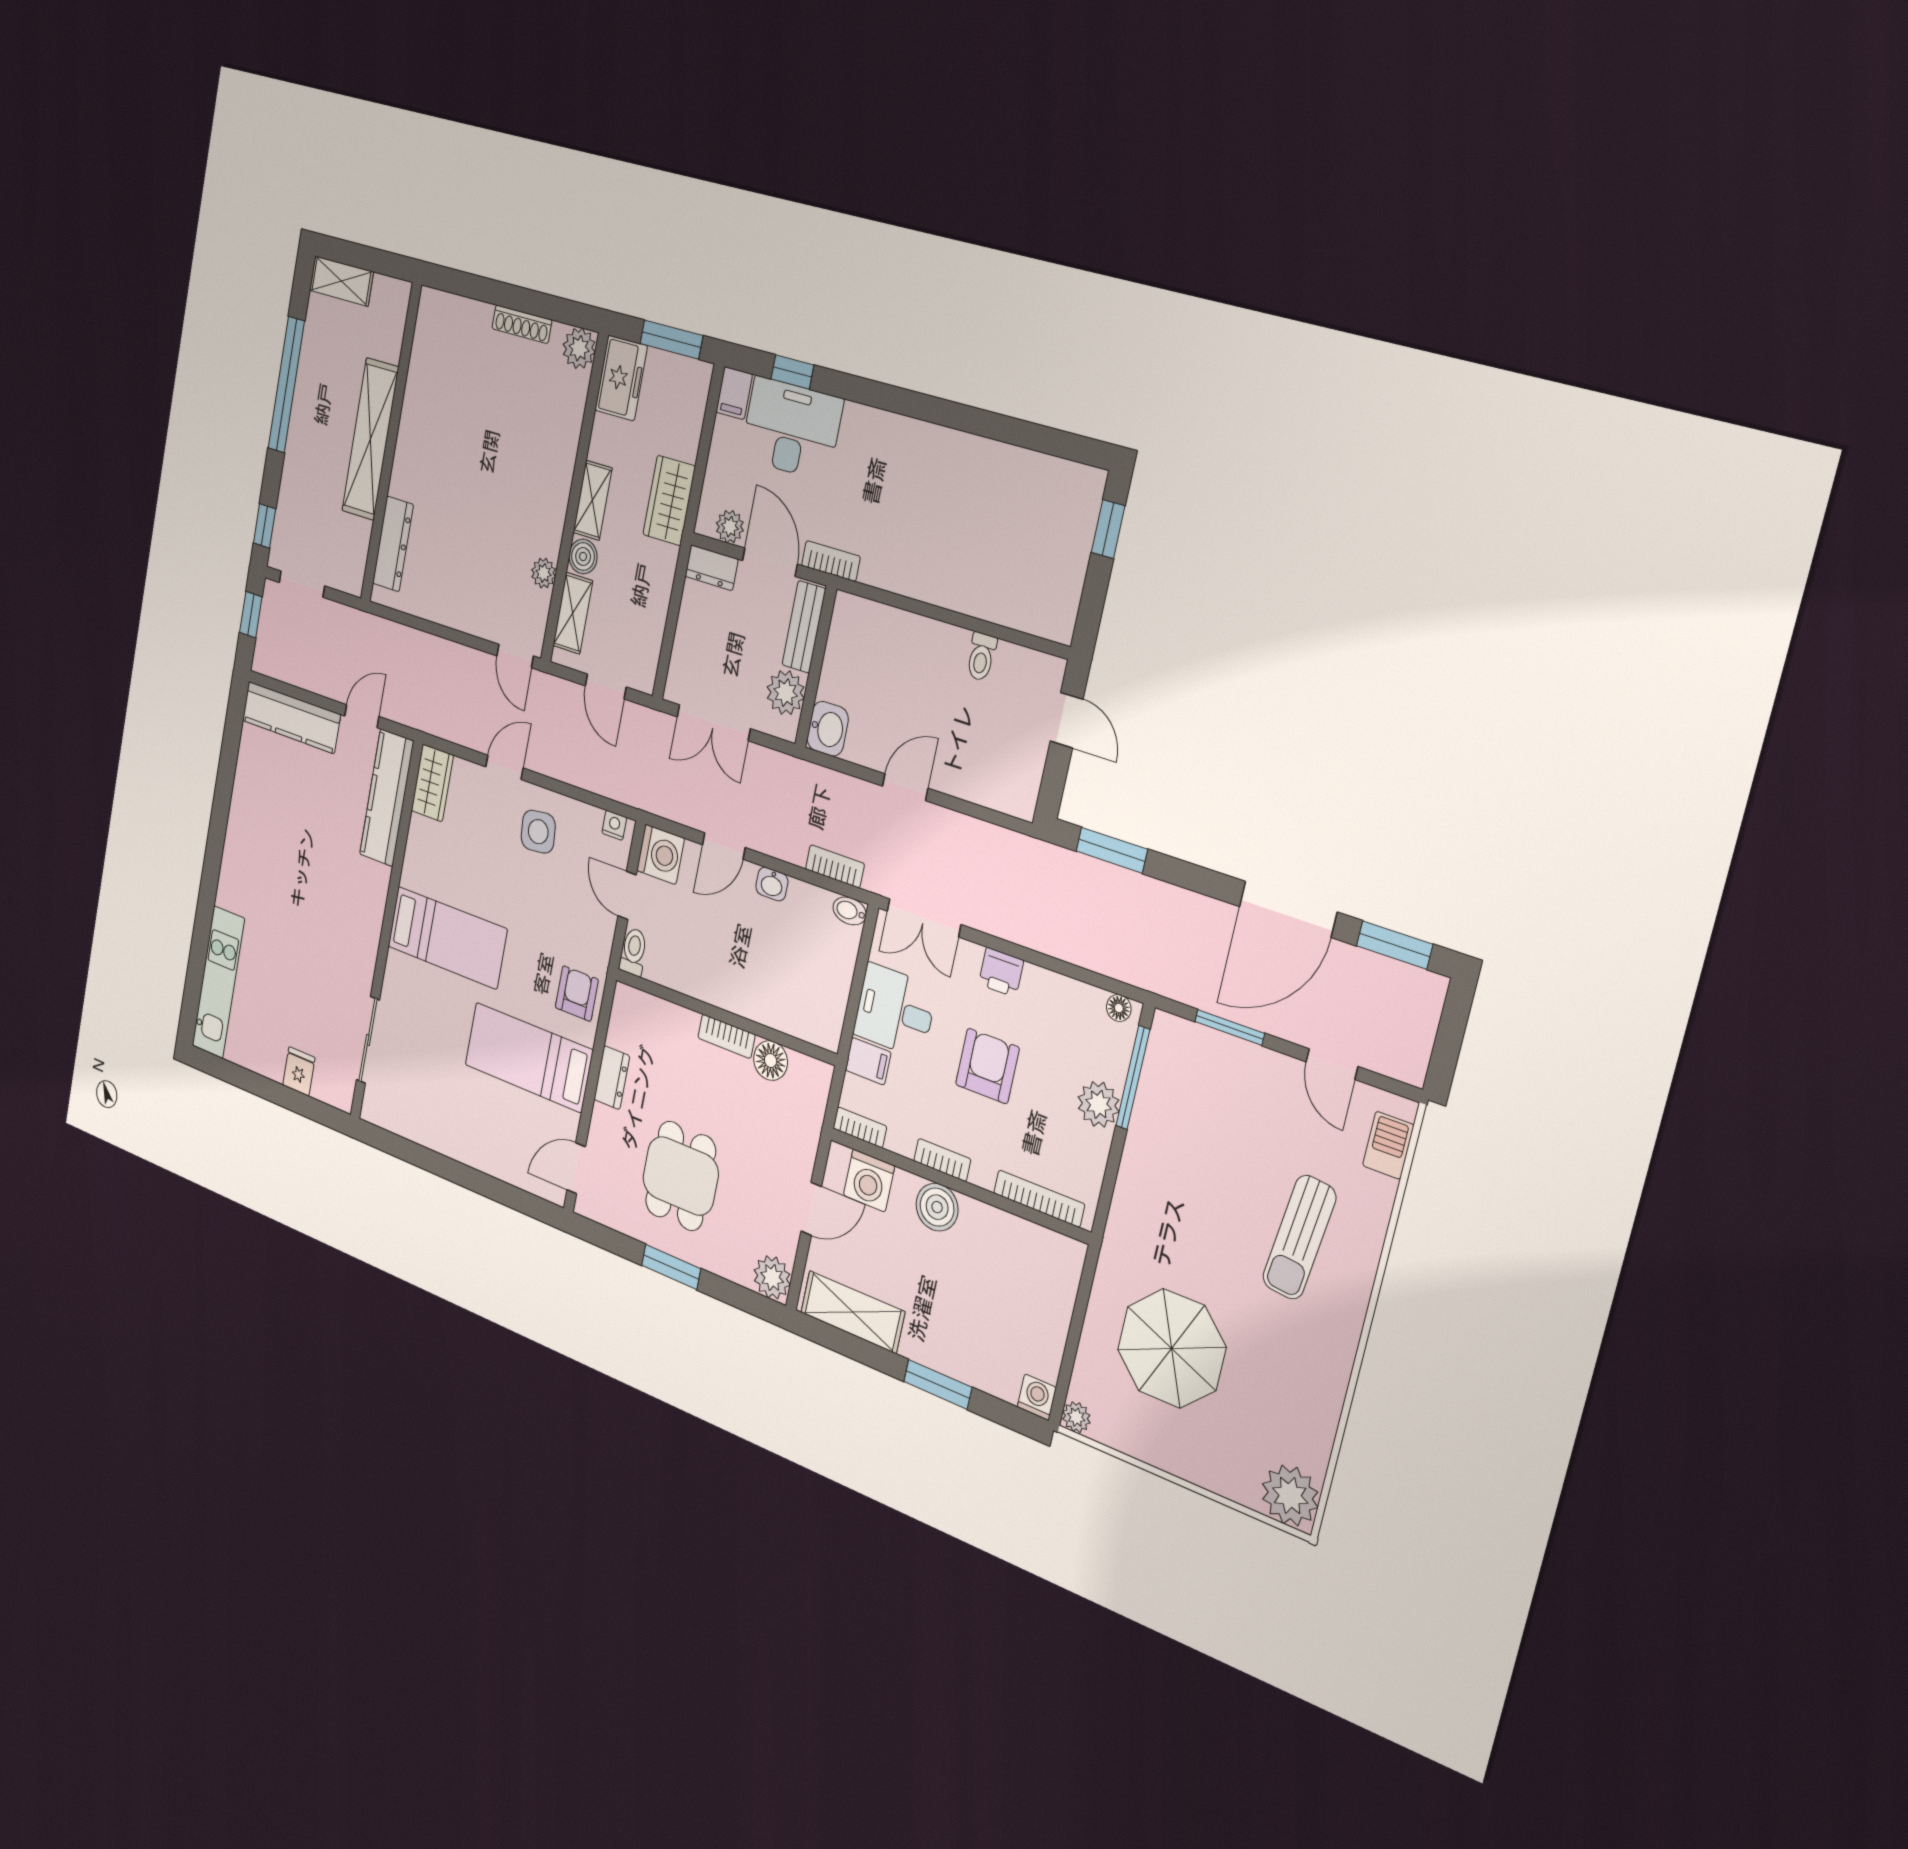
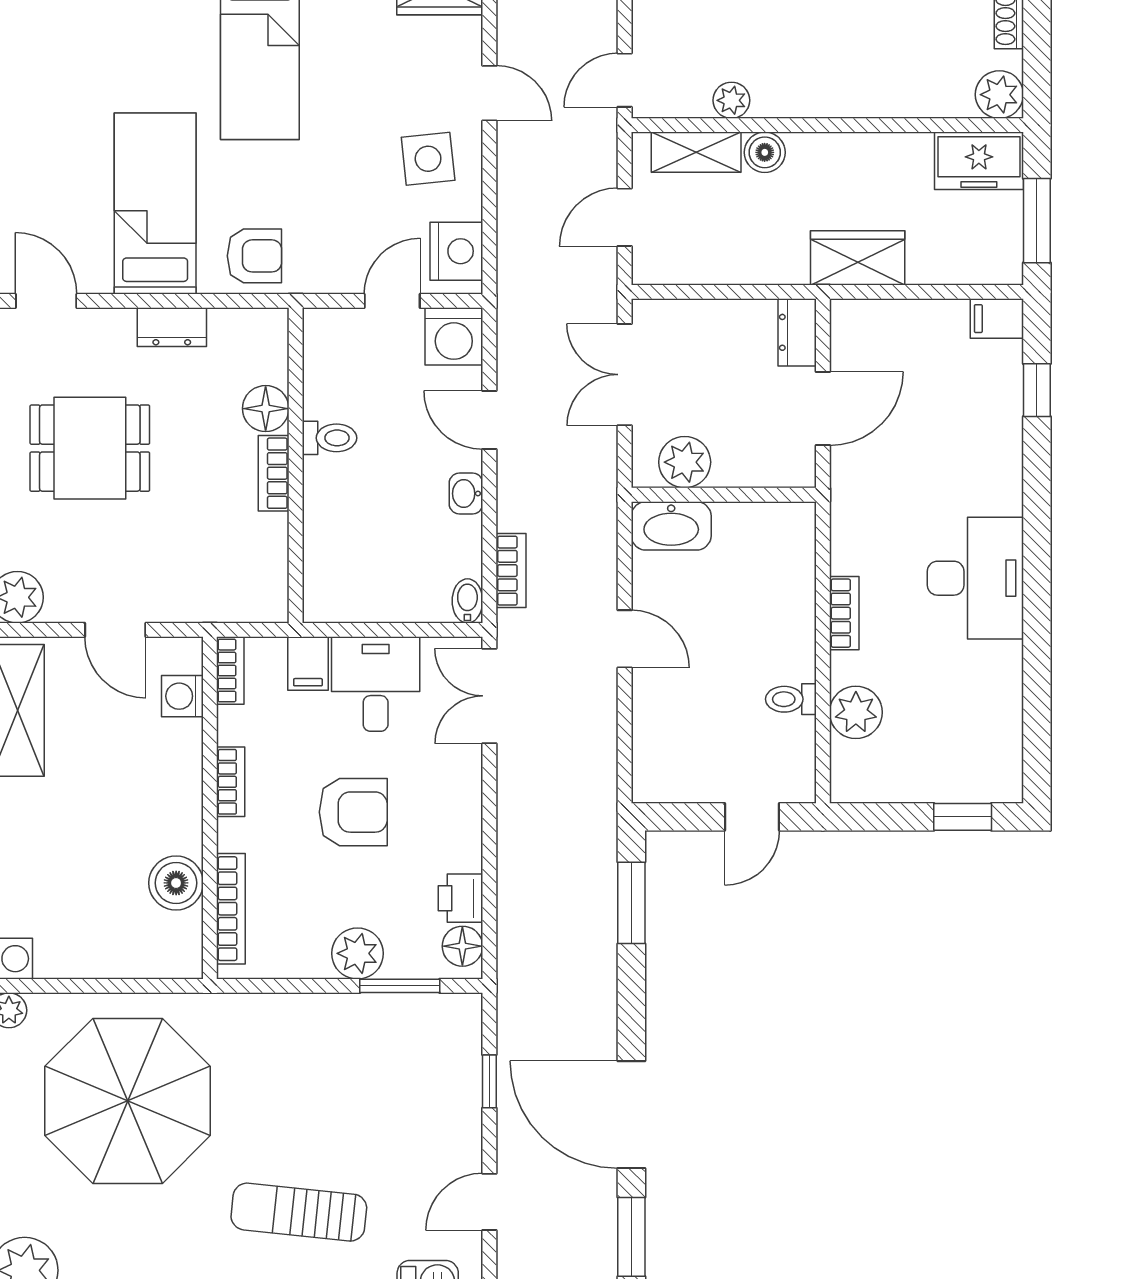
desk: (791, 429) -> (975, 578), moved
shelving: (592, 500) -> (832, 151), removed
plant: (730, 527) -> (856, 712), moved, width x1.38, depth x1.38
bookcase: (831, 561) -> (844, 613), moved
bench: (804, 627) -> (763, 469), removed
washbasin: (828, 729) -> (671, 526), width x1.38
nightstand: (614, 825) -> (456, 251), width x1.89, depth x1.79
toilet: (633, 952) -> (329, 438), moved
printer: (1001, 972) -> (461, 898), moved
floor lamp: (1119, 1008) -> (462, 946), width x1.37, depth x1.37
window: (1230, 1027) -> (489, 1081), width x0.67
floor lamp: (771, 1061) -> (266, 409), moved
window: (1133, 1078) -> (400, 986), width x0.69
washing machine: (869, 1181) -> (182, 696), width x0.73, depth x0.73
boiler: (937, 1207) -> (176, 883), moved
parasol: (1172, 1348) -> (128, 1101), width x1.36, depth x1.36

